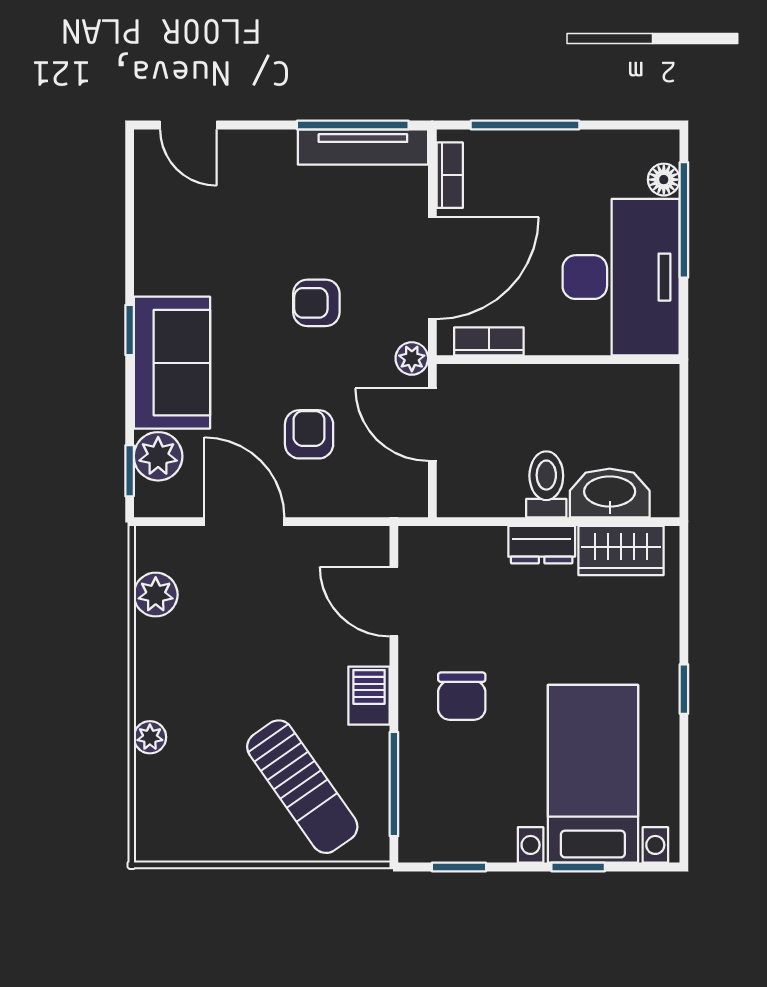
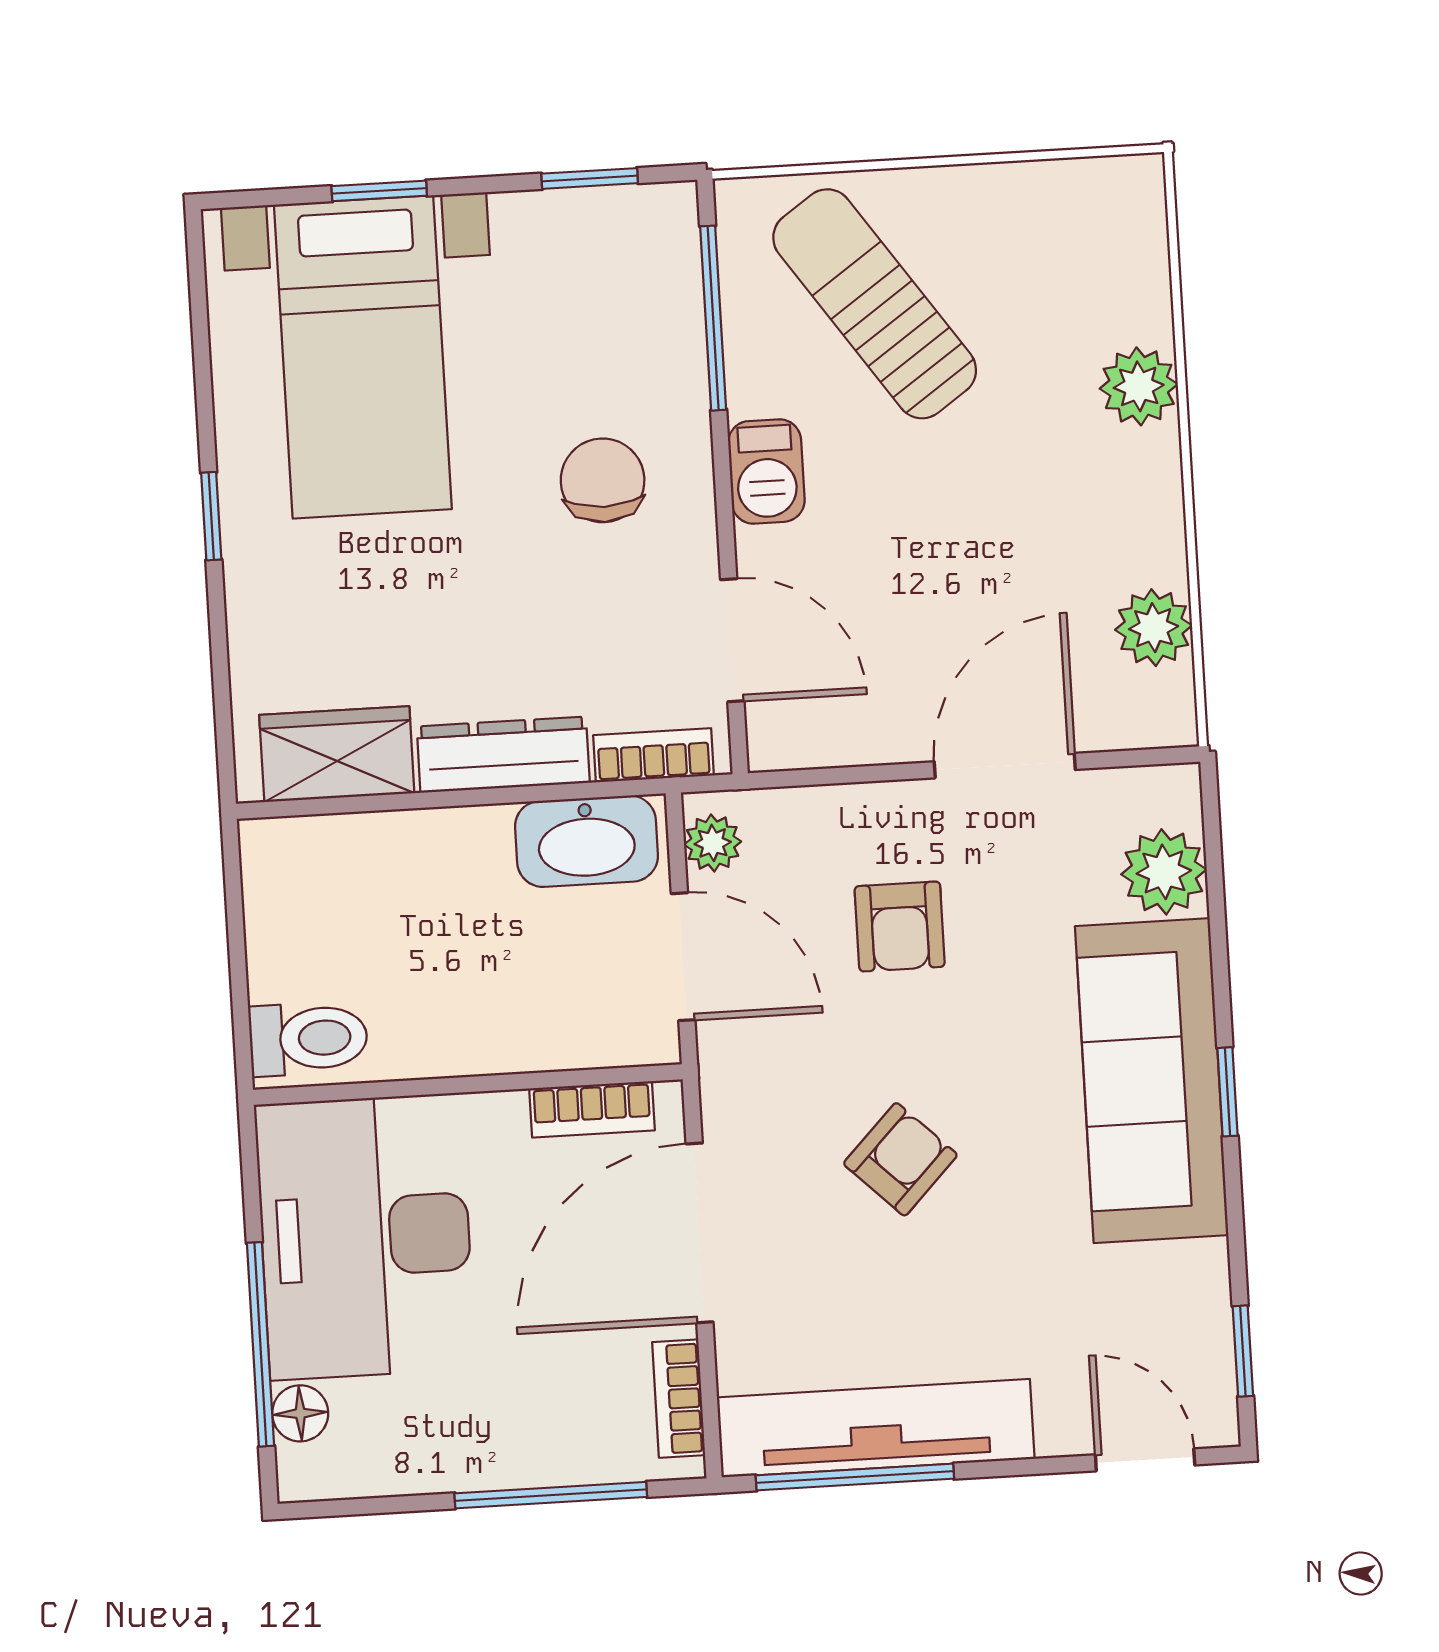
tv unit: (363, 147) -> (876, 1428), width x1.36, depth x1.29
armchair: (316, 303) -> (900, 1159), turned -46
plant: (412, 358) -> (713, 843), moved
sofa: (172, 363) -> (1152, 1081), width x1.36
window: (130, 471) -> (1243, 1351), moved
toilet: (546, 484) -> (308, 1039), moved, turned -90
washbasin: (610, 493) -> (586, 841), moved
door: (244, 522) -> (1005, 766), swing flipped
bookcase: (442, 539) -> (654, 755), added
dresser: (542, 545) -> (503, 755), width x1.44
plant: (150, 737) -> (1139, 386), width x1.38, depth x1.38

